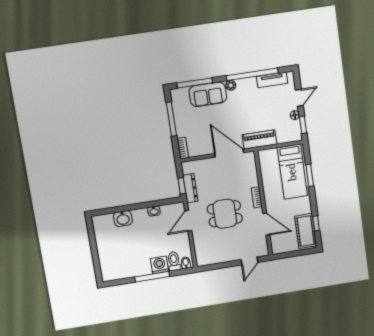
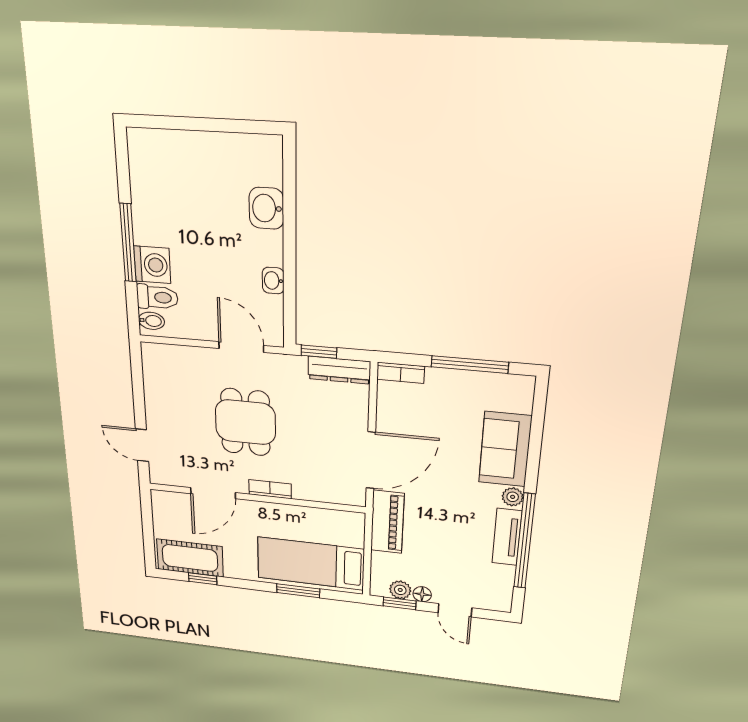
tv unit: (272, 80) -> (507, 537), moved
window: (195, 83) -> (537, 429), removed
plant: (295, 126) -> (400, 590), added
dresser: (190, 188) -> (339, 370), moved

